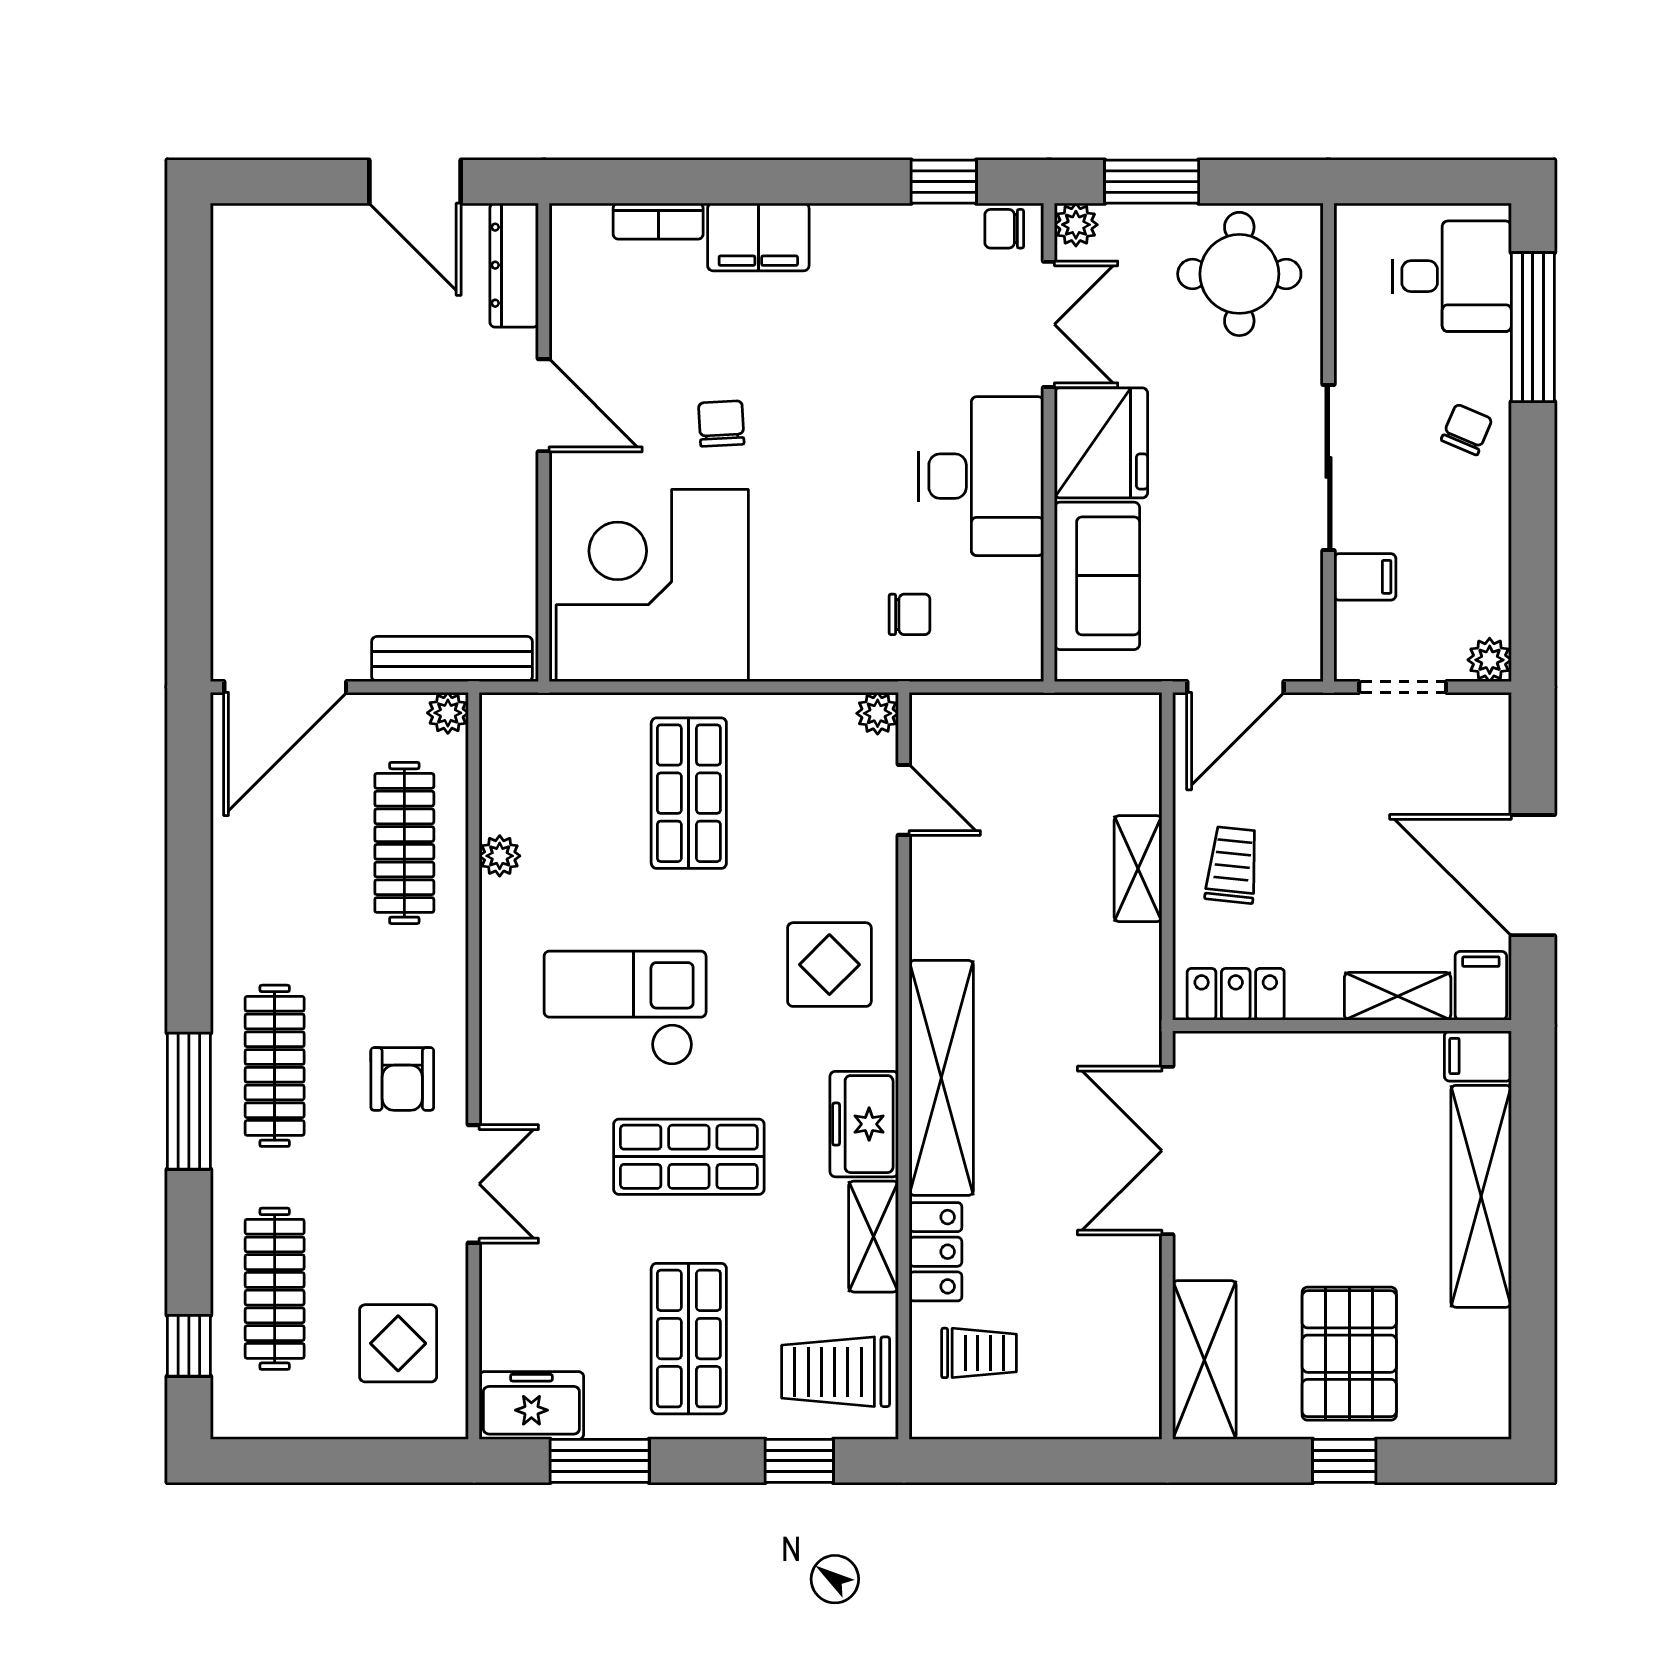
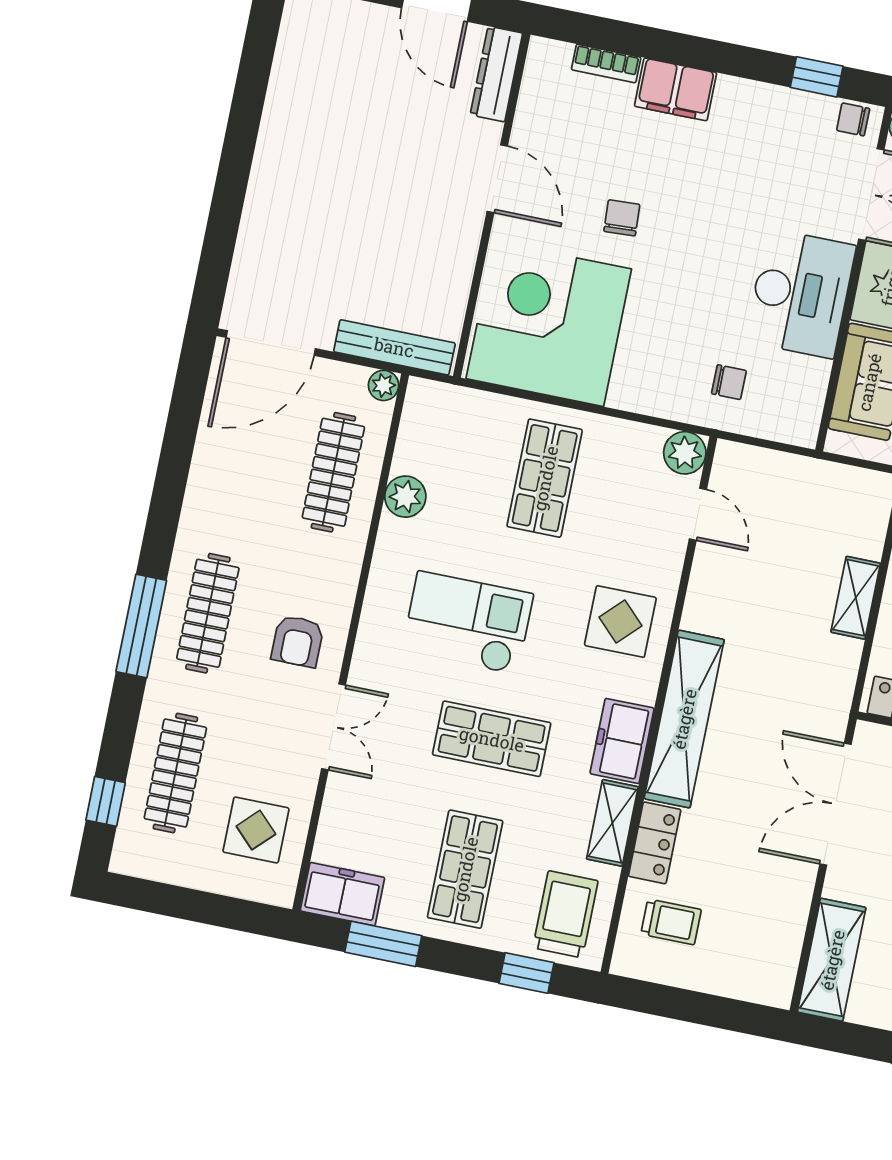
plant: (878, 713) -> (685, 453), width x1.38, depth x1.38
plant: (500, 856) -> (405, 497), width x1.38, depth x1.38
trolley: (836, 1372) -> (565, 914), turned 90

